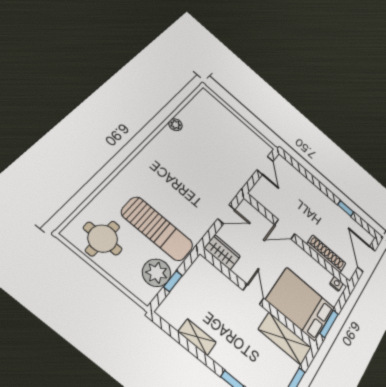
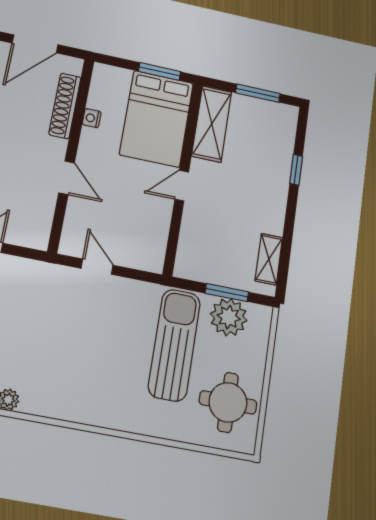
wardrobe: (222, 252) -> (152, 249), removed
window: (173, 281) -> (227, 293), width x1.50
nightstand: (336, 284) -> (92, 118), moved
shelving: (197, 337) -> (269, 259), moved

